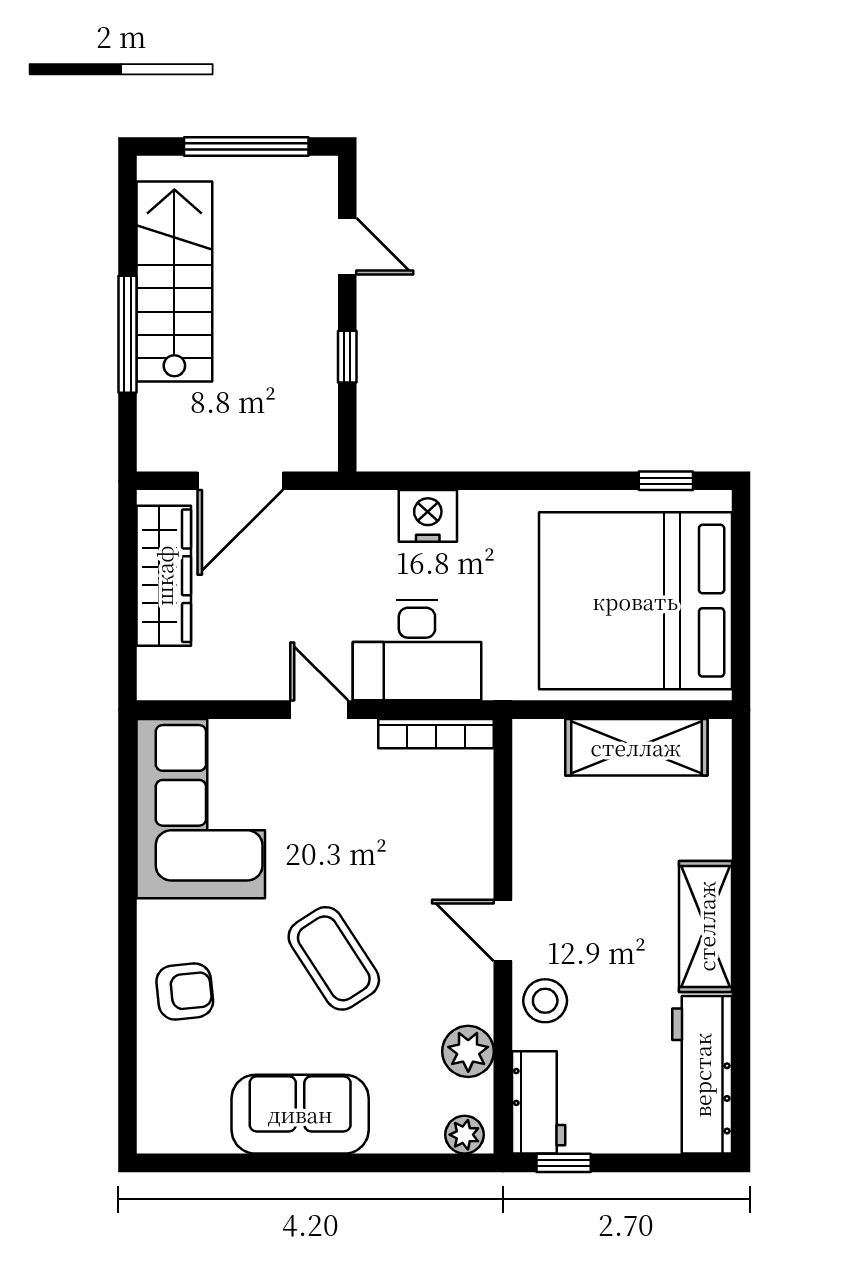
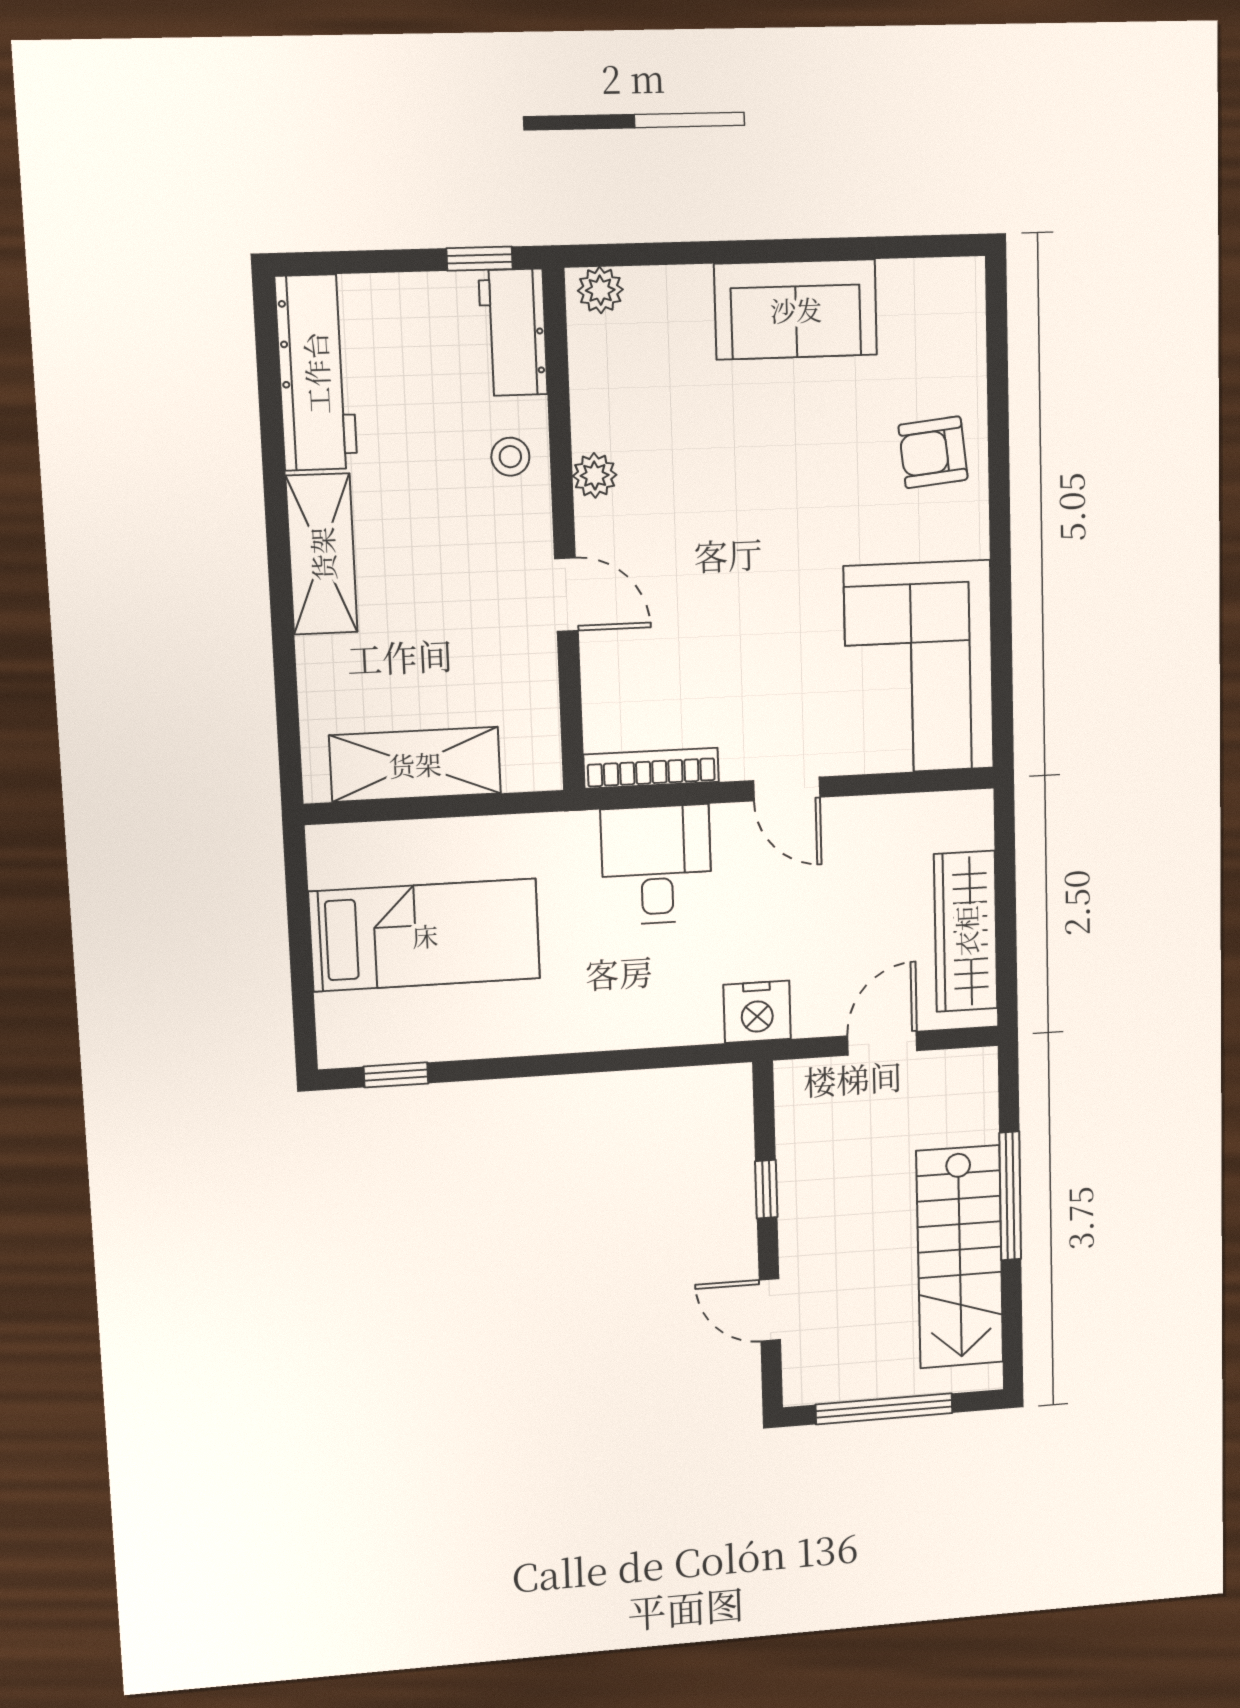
door: (240, 481) -> (882, 1043), width x0.73
nightstand: (428, 516) -> (757, 1012), moved
bed: (635, 601) -> (425, 935), width x0.49
desk: (417, 650) -> (656, 865), width x0.73
door: (503, 930) -> (566, 595), moved
coffee table: (334, 958) -> (762, 498), removed
stool: (545, 1001) -> (510, 457), width x0.73, depth x0.73
plant: (468, 1051) -> (595, 475), moved, width x0.73, depth x0.73

